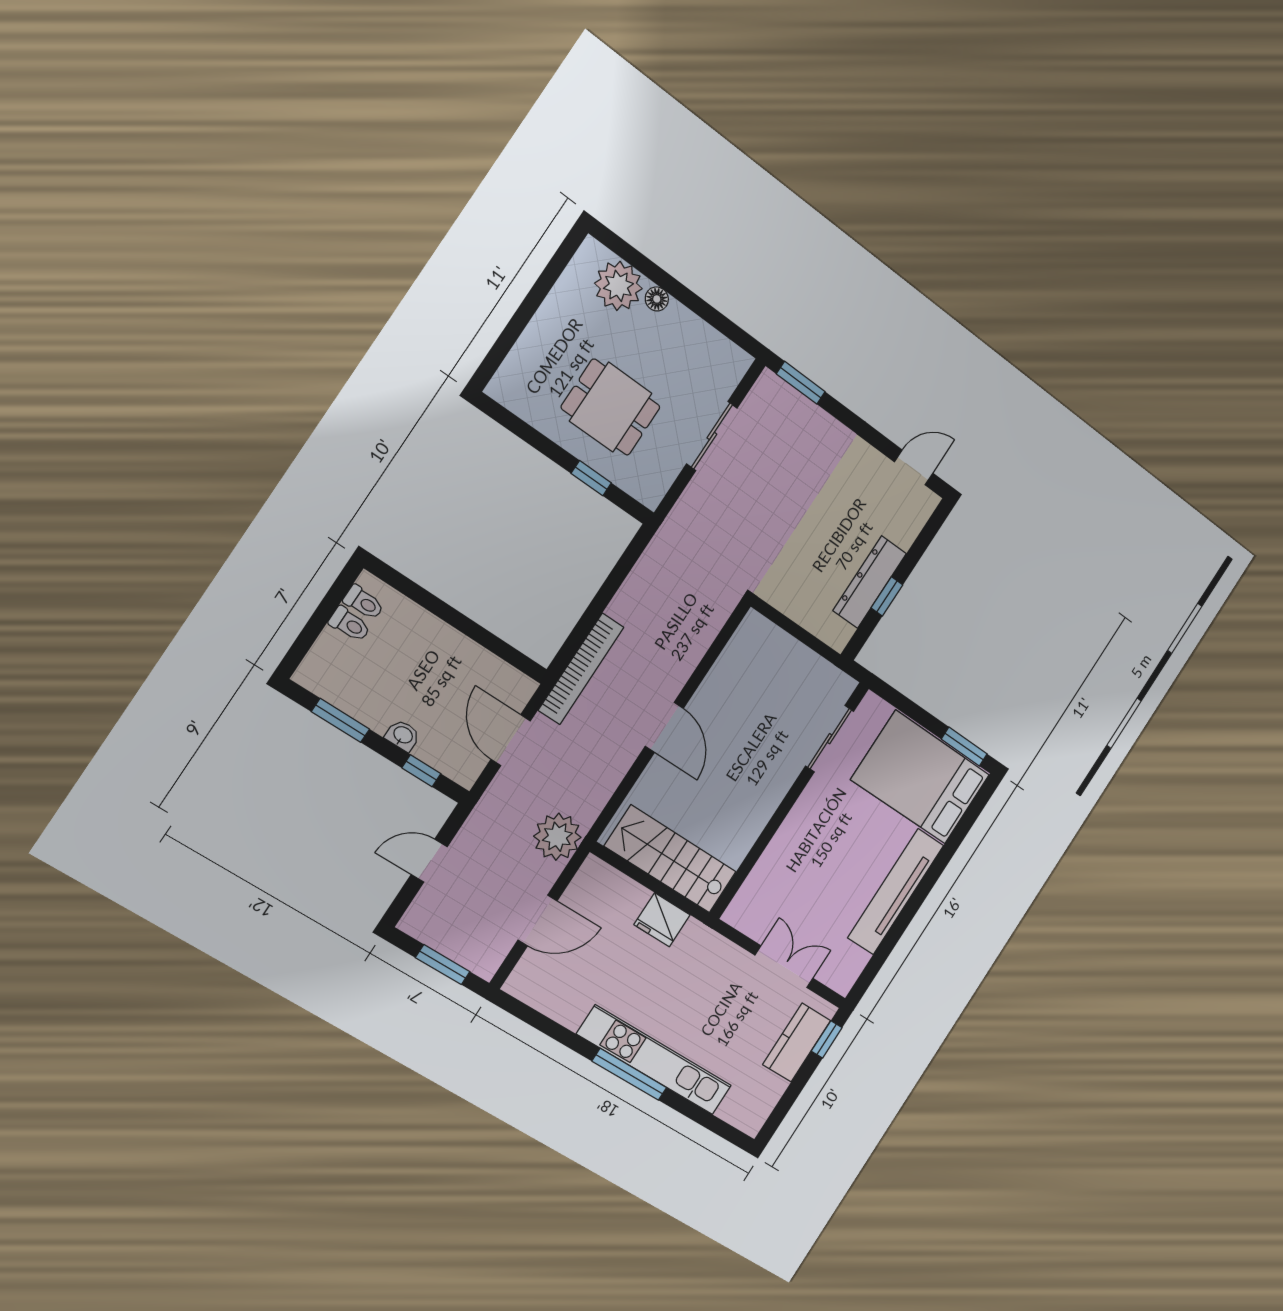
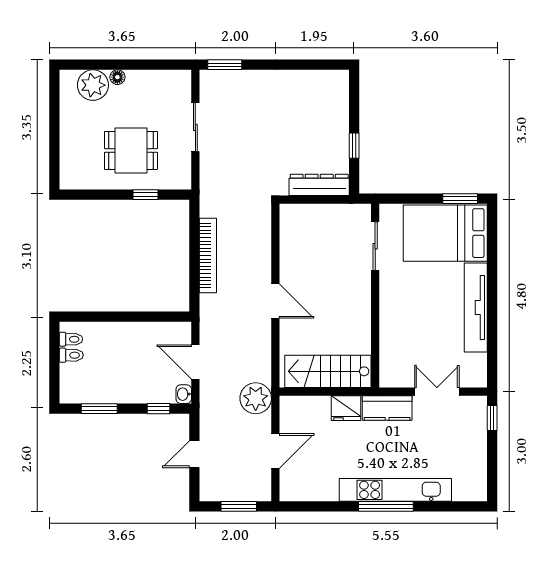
door: (914, 467) -> (321, 65), removed
dresser: (870, 582) -> (319, 185), moved, turned 90
bookcase: (581, 669) -> (208, 256), moved
washbasin: (403, 735) -> (184, 394), moved, turned -90
kitchen counter: (797, 1042) -> (387, 408), moved, turned -90

